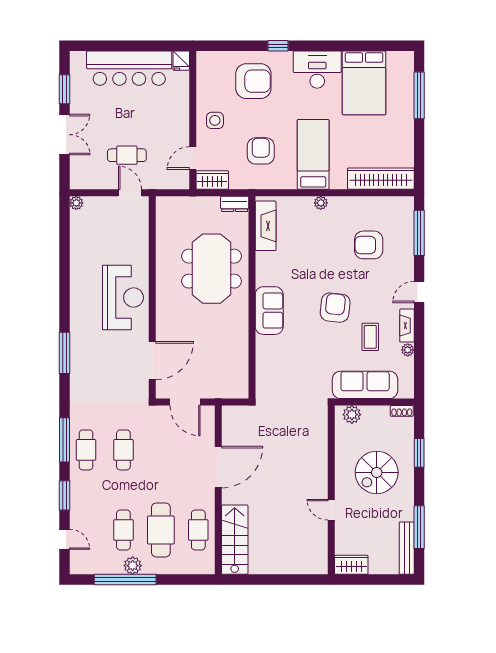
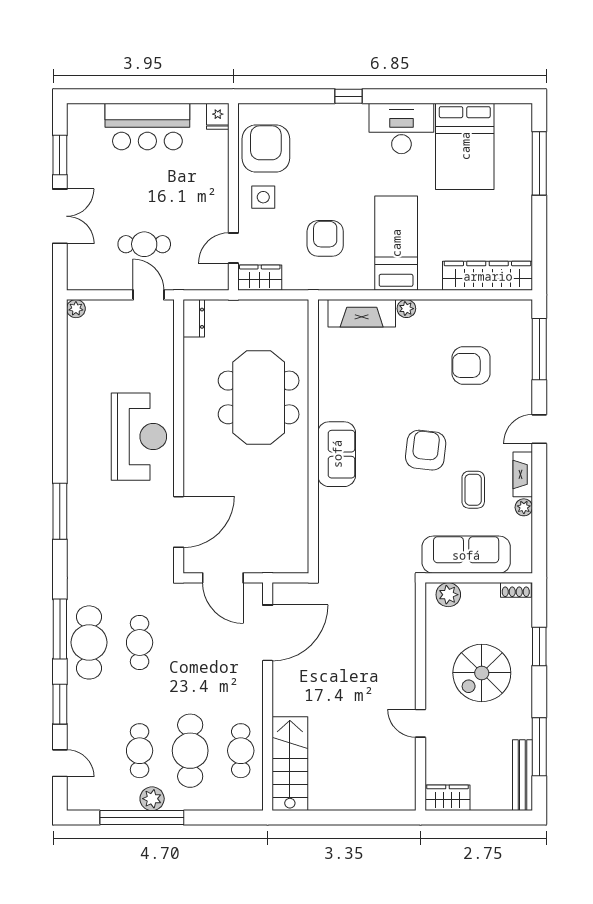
bar counter: (129, 68) -> (147, 126), width x0.73
armchair: (253, 81) -> (266, 148), moved, turned -90
dresser: (235, 204) -> (194, 318), moved, turned -90
fireplace: (266, 226) -> (362, 313), moved, turned 90
cafe table: (86, 450) -> (89, 642), width x1.37, depth x1.35
door: (218, 467) -> (268, 633), moved

